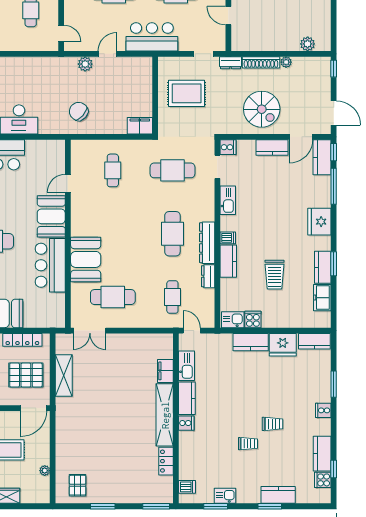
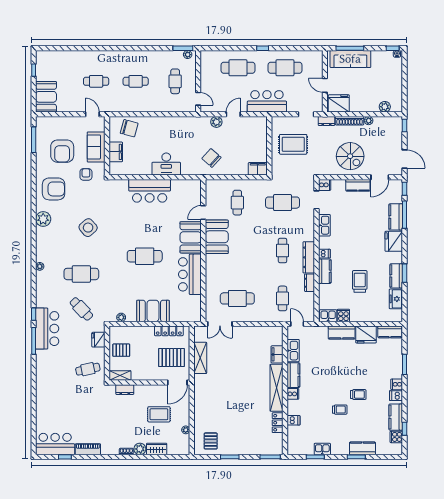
fridge: (247, 40) -> (339, 103), added
kitchen counter: (322, 157) -> (396, 217), moved
cafe table: (172, 234) -> (283, 251), width x0.73, depth x0.74
booth: (86, 259) -> (217, 237), moved
trolley: (274, 275) -> (360, 281), turned 180
dishwasher: (322, 425) -> (396, 396), added
dishwasher: (187, 487) -> (293, 420), moved

